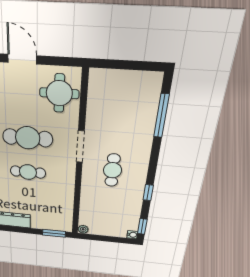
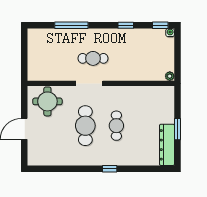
window: (161, 116) -> (71, 25), moved
cafe table: (113, 170) -> (93, 58), moved
window: (54, 233) -> (177, 129), moved

